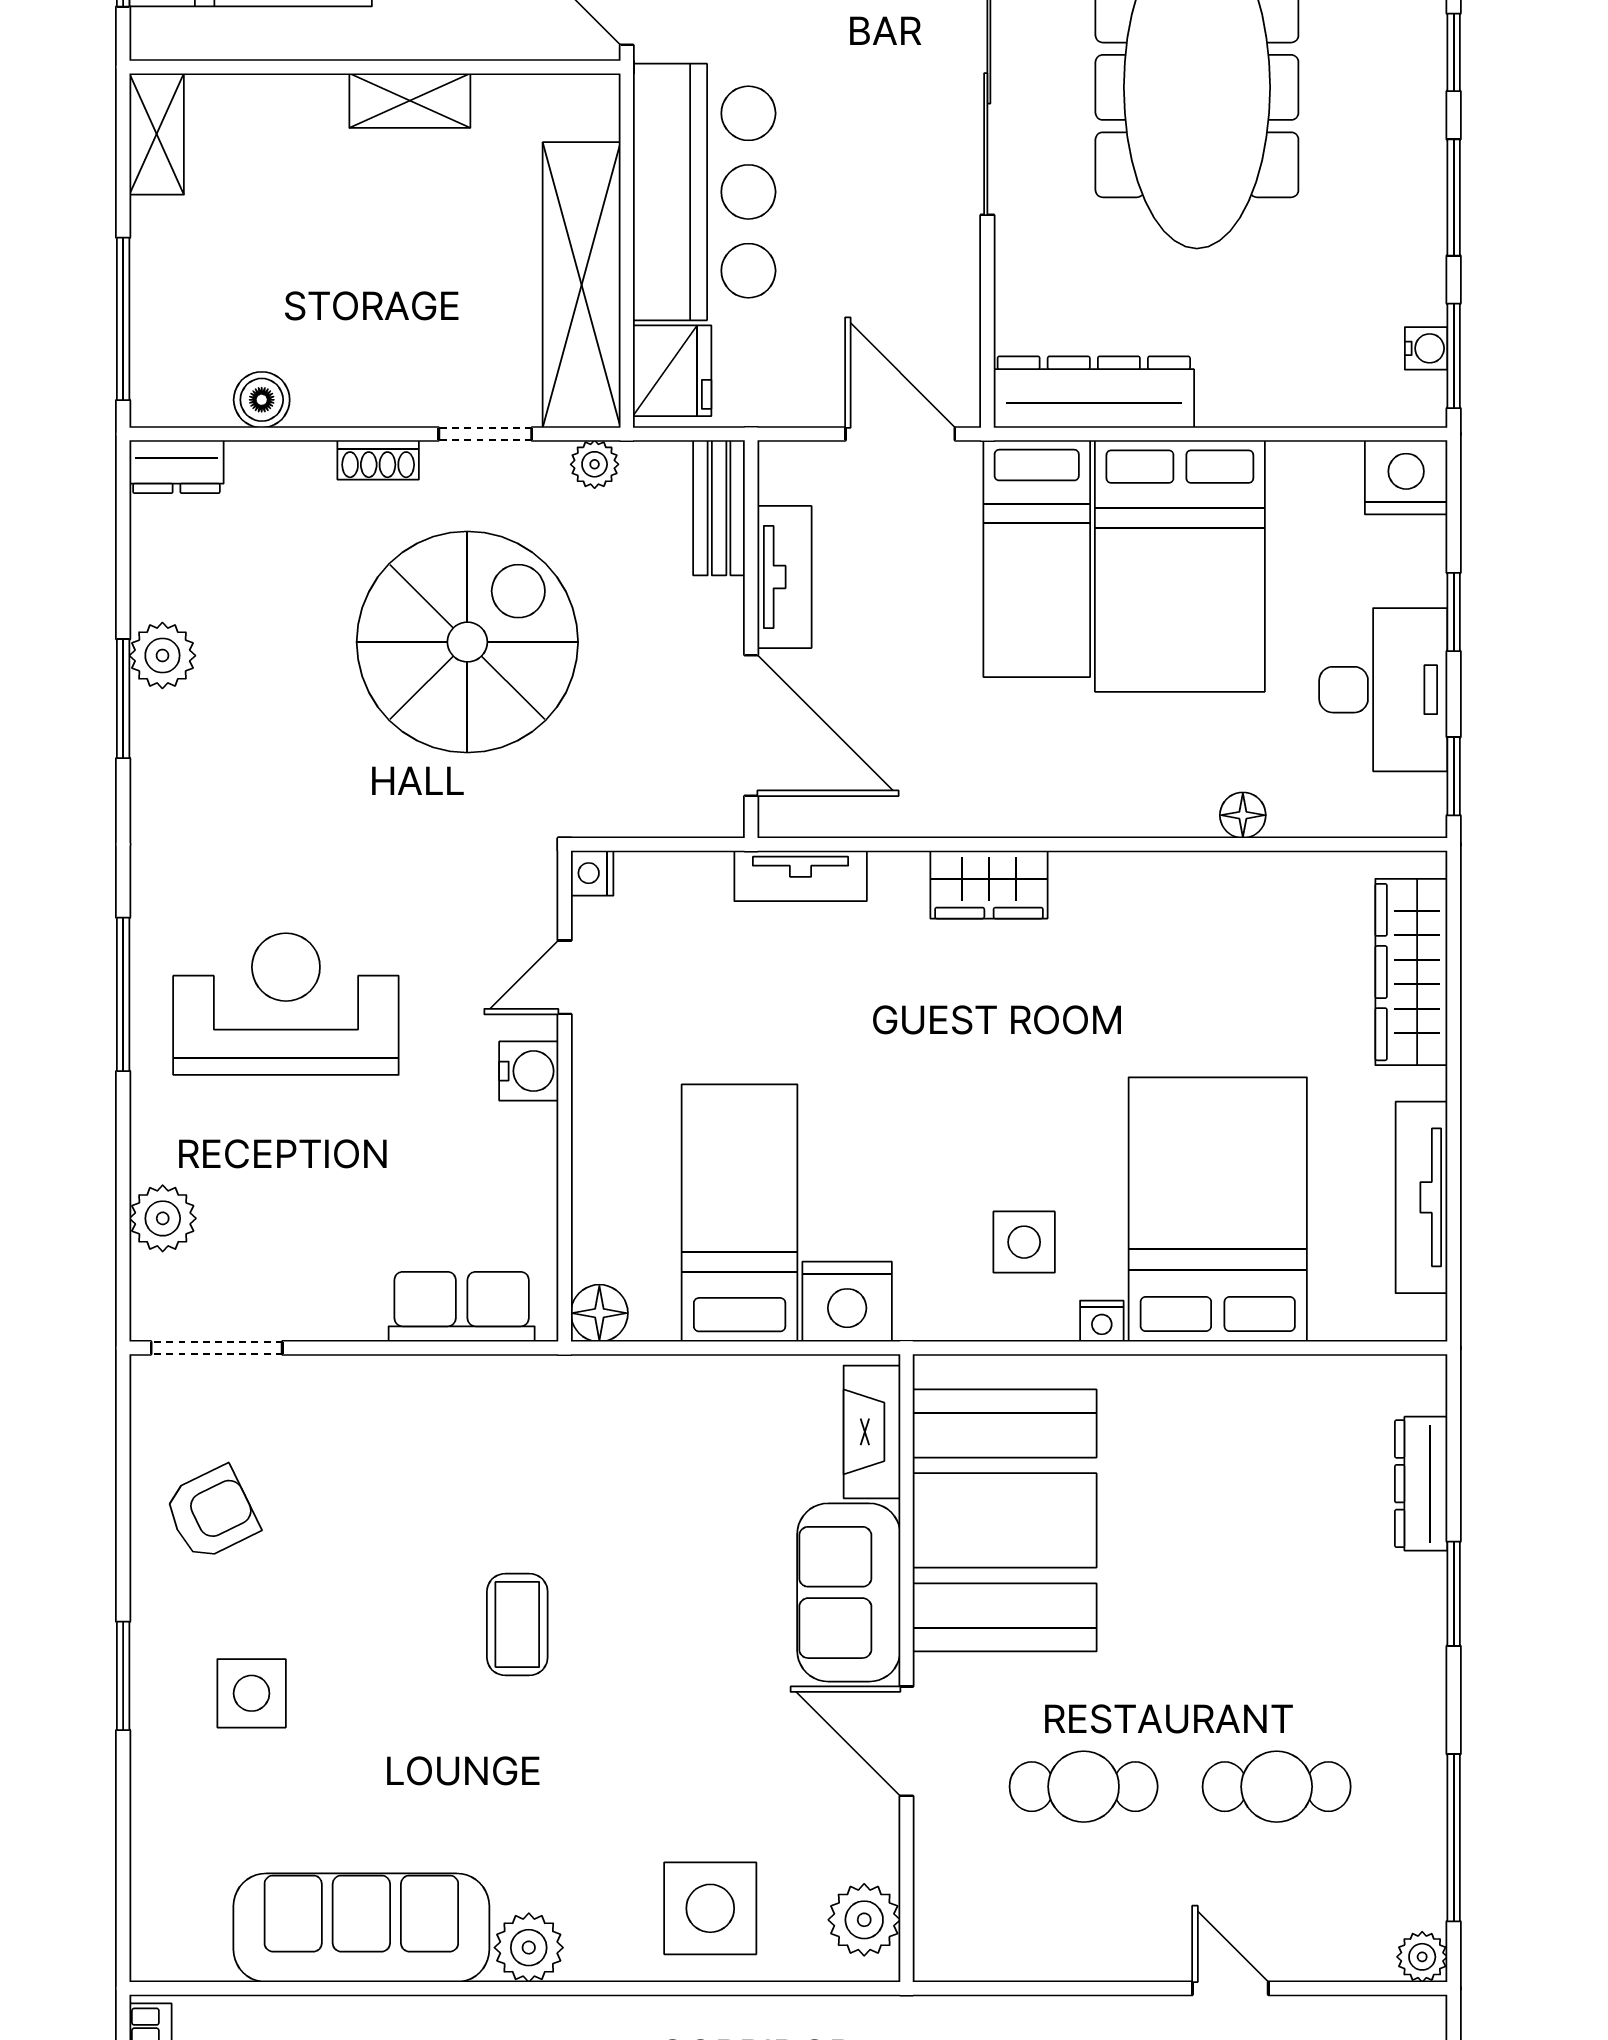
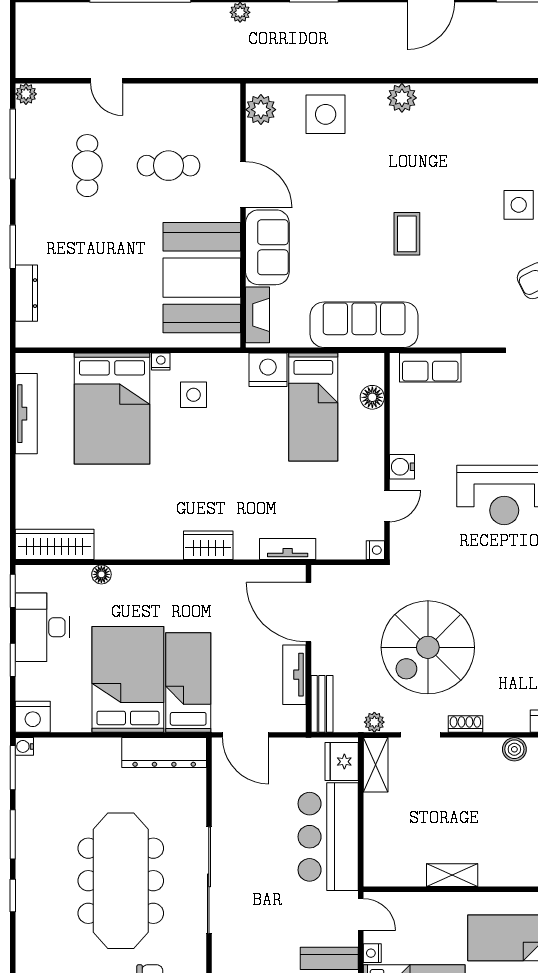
shelving: (582, 285) -> (376, 765), width x0.45, depth x0.75
water cooler: (1426, 348) -> (24, 746), moved
wardrobe: (1411, 972) -> (55, 544), moved, turned -90
floor lamp: (599, 1313) -> (372, 397), moved
cafe table: (1277, 1787) -> (87, 166), turned 90
sofa: (361, 1928) -> (364, 325), moved, turned 180

